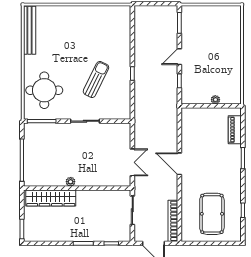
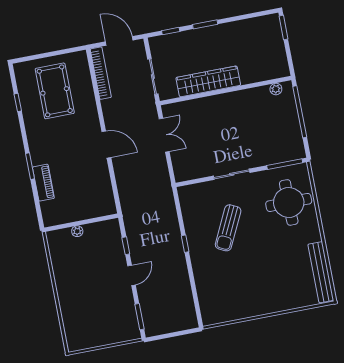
piano: (235, 130) -> (43, 183), moved
double door: (132, 162) -> (164, 135), swing flipped
plant: (71, 182) -> (276, 89), moved
wardrobe: (51, 198) -> (208, 81), moved

